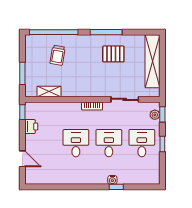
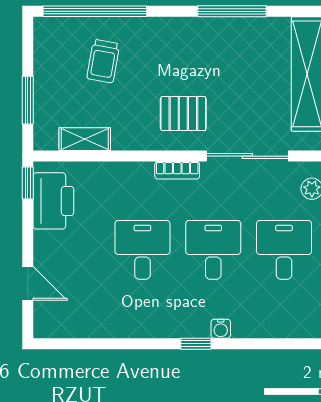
window: (106, 32) -> (232, 11), moved
pallet: (113, 54) -> (183, 114), moved
sliding door: (125, 99) -> (247, 156), width x1.37
printer: (31, 127) -> (53, 201), width x1.87, depth x1.48
window: (116, 187) -> (196, 344), moved

